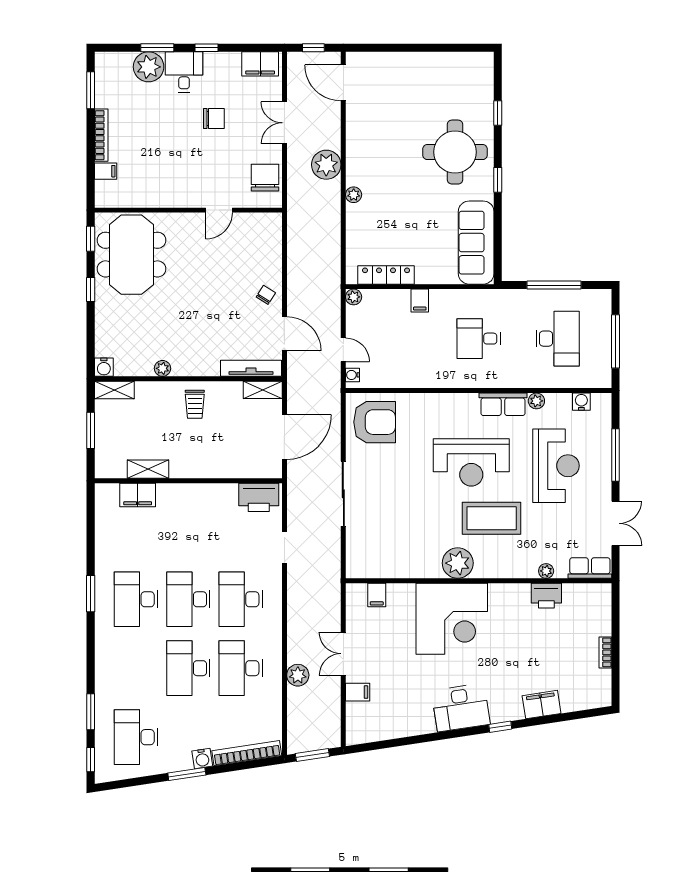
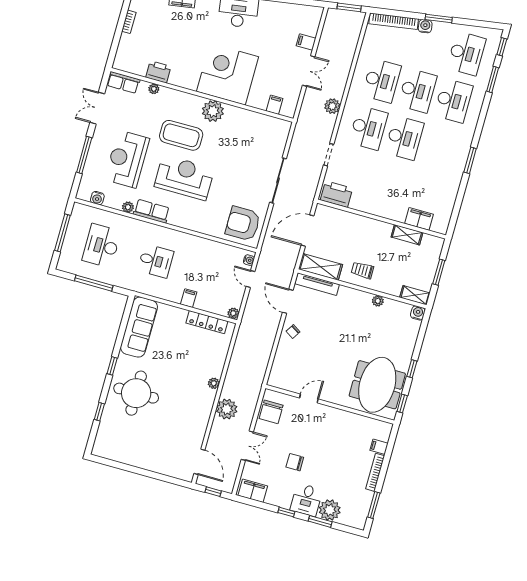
shelving: (263, 390) -> (320, 267), width x1.50, depth x1.33
trolley: (195, 404) -> (363, 270), turned -90
desk: (136, 599) -> (453, 101), moved
plant: (298, 675) -> (332, 106), moved

